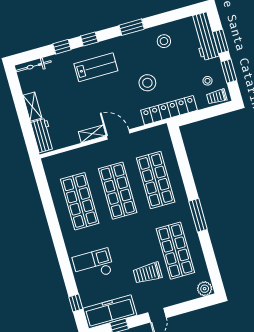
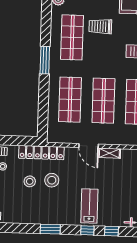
stool: (164, 41) -> (30, 181), moved
lab bench: (96, 67) -> (89, 206), turned 90
trolley: (148, 273) -> (100, 27), turned 180

